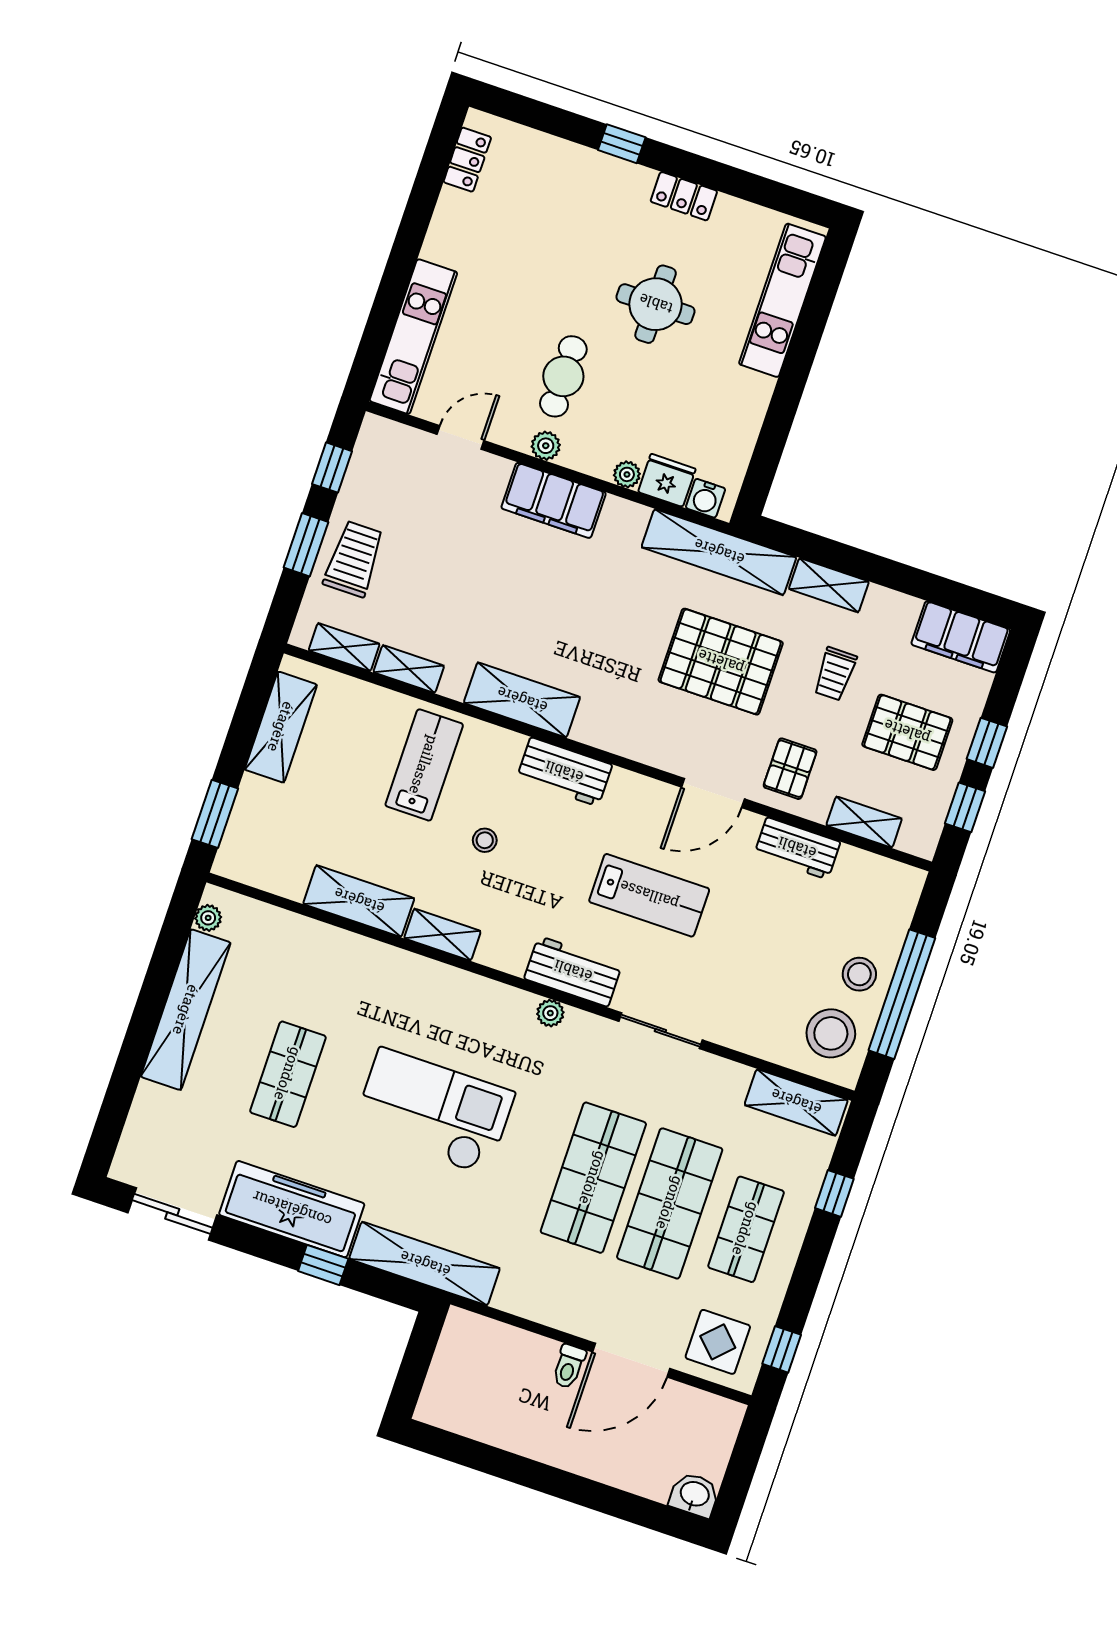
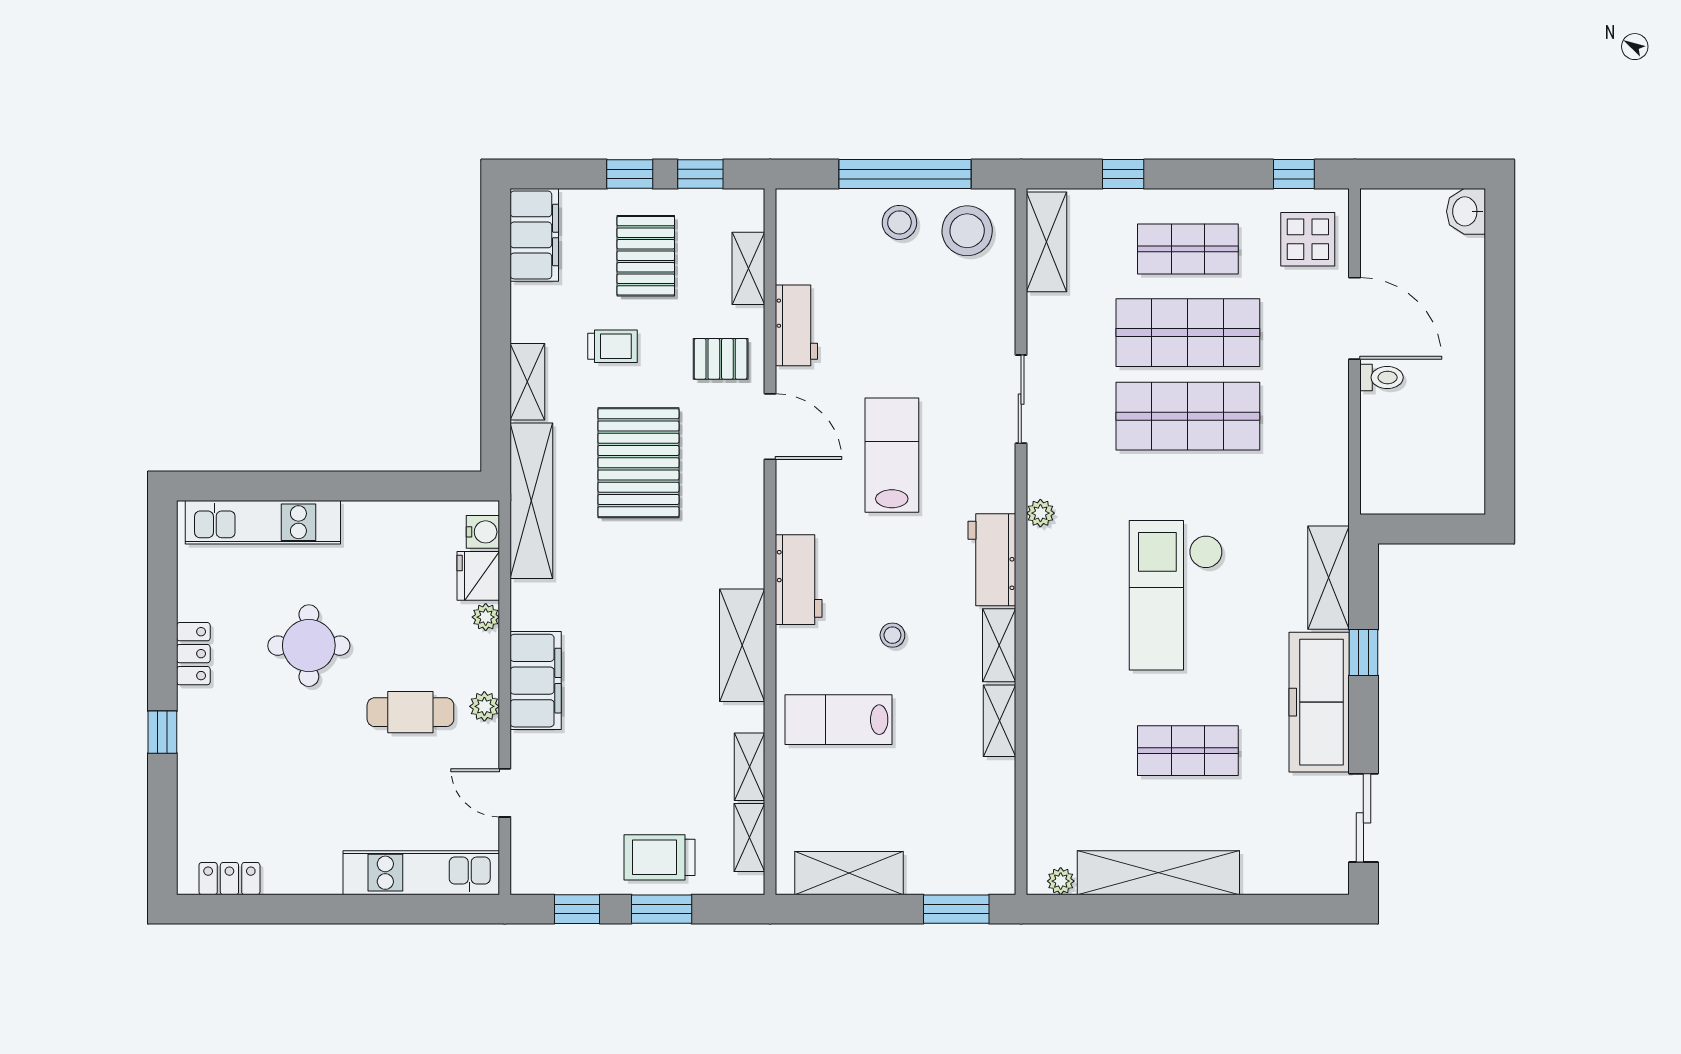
shelving: (359, 901) -> (1000, 721), width x0.67, depth x0.75
workbench: (573, 971) -> (992, 560), moved
shelving: (425, 1264) -> (1328, 578), width x0.68

